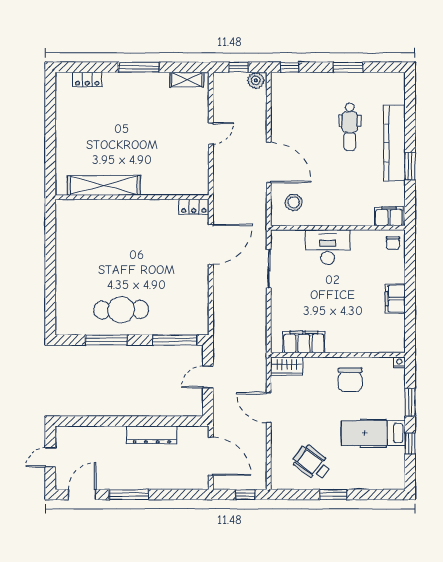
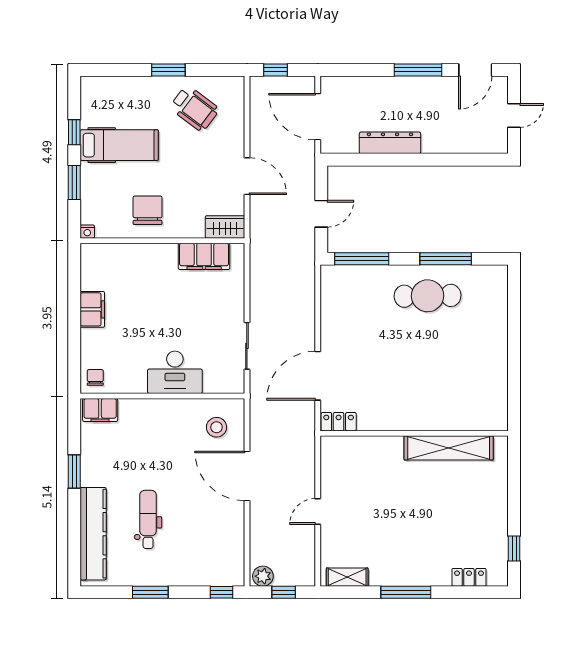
window: (50, 103) -> (514, 549), added
kitchen counter: (395, 143) -> (93, 534), moved

